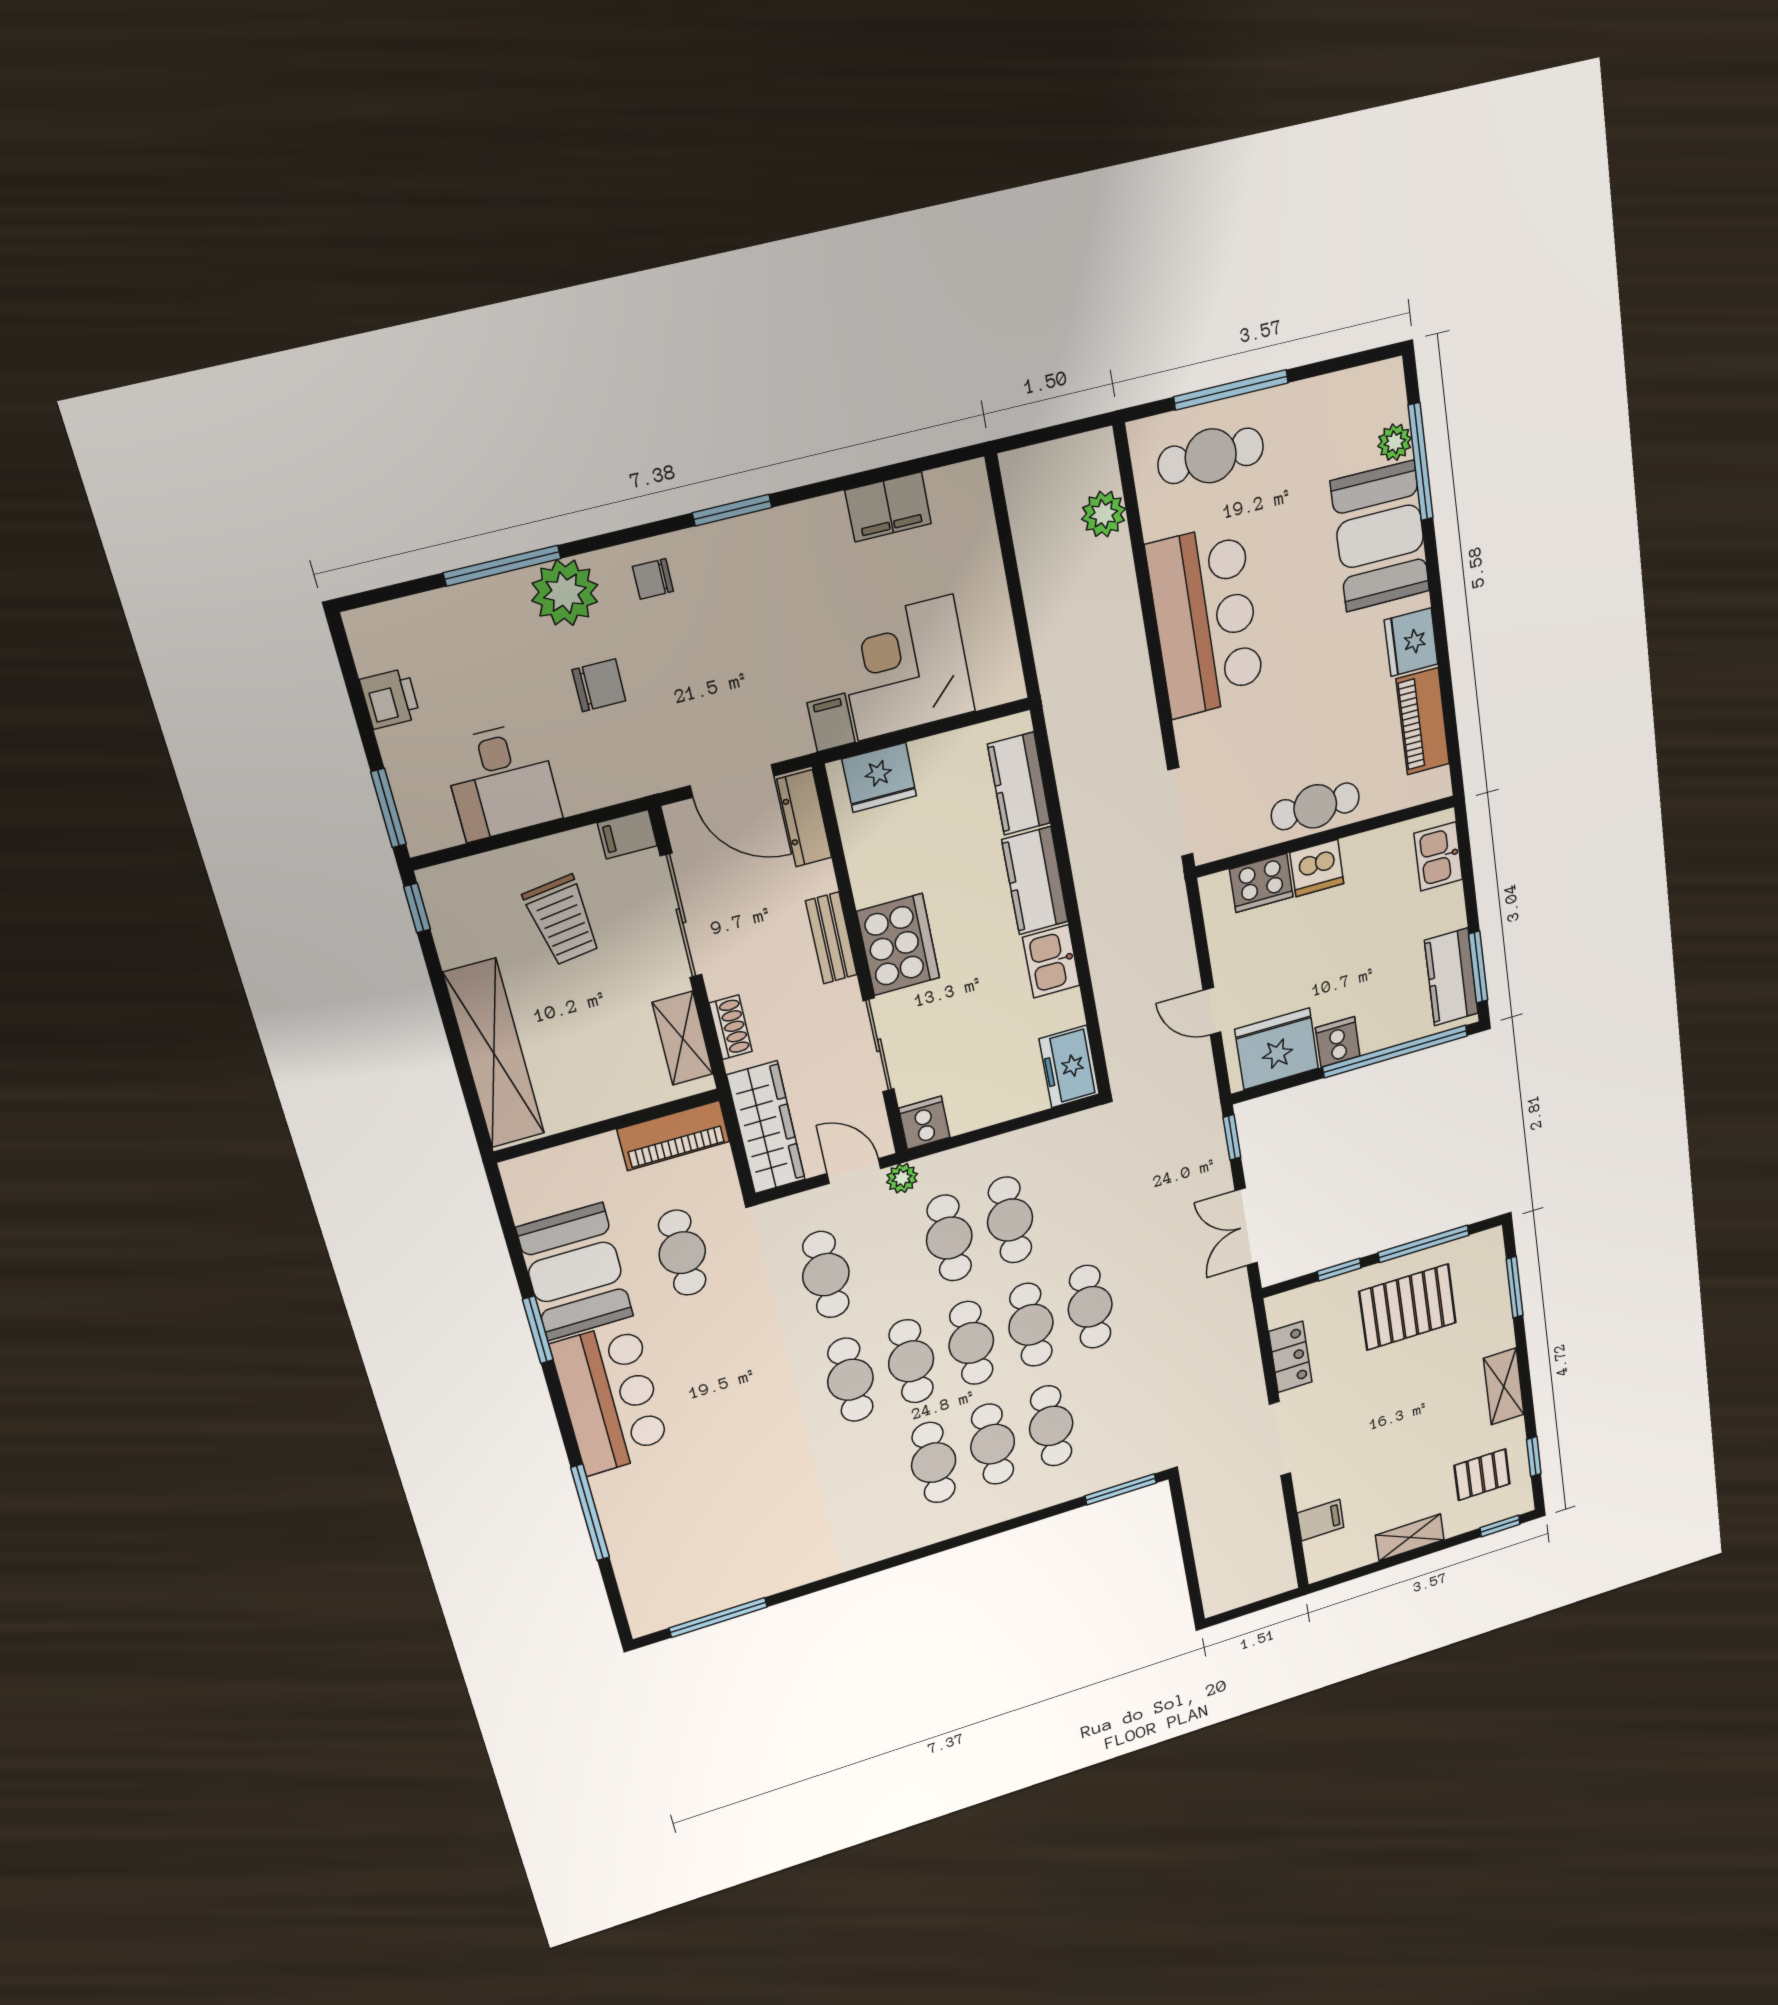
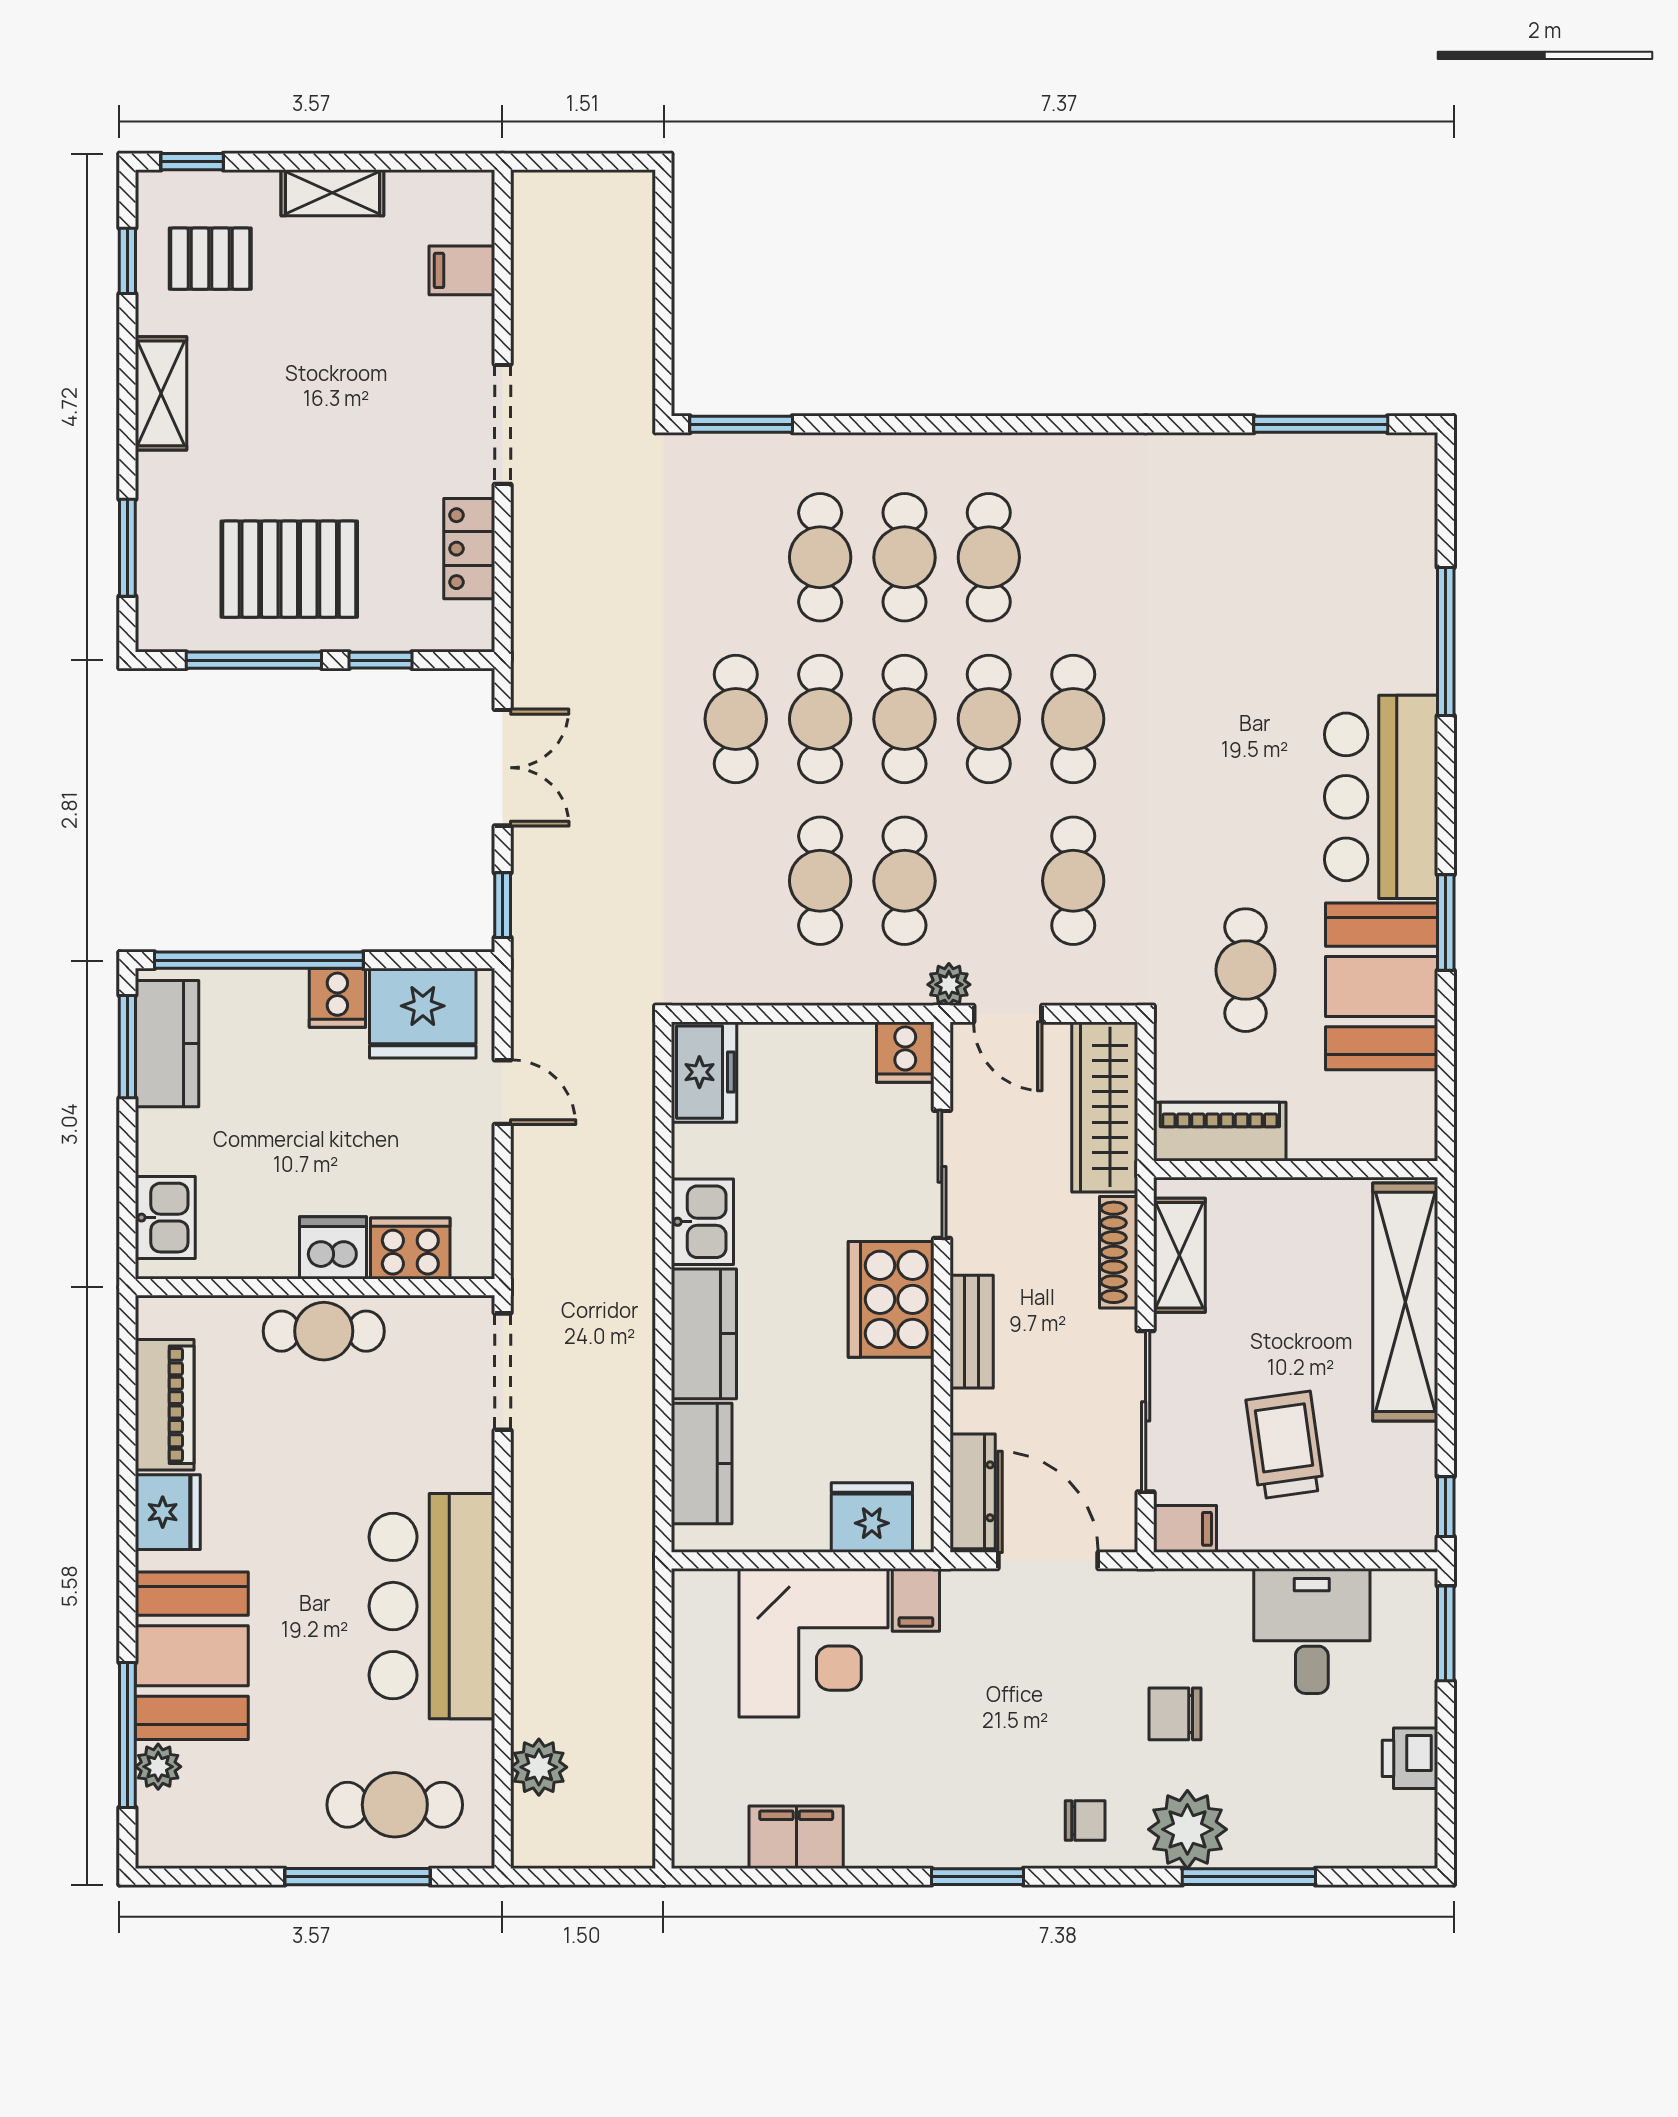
shoe rack: (731, 1027) -> (1119, 1252), width x1.43

